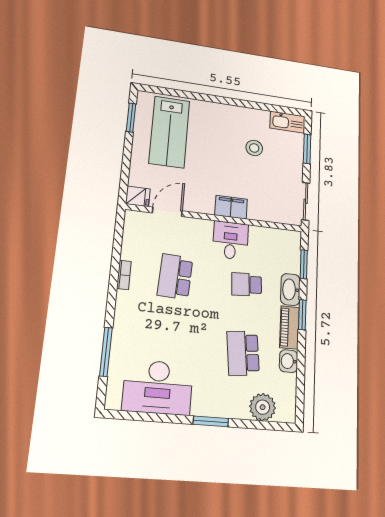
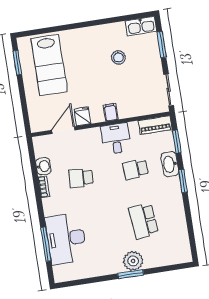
fridge: (138, 196) -> (82, 116), moved, turned -90
filing cabinet: (231, 207) -> (111, 112), width x0.50
school desk: (175, 277) -> (81, 178), width x0.54
piano: (289, 327) -> (155, 125), moved, turned -90
washbasin: (289, 361) -> (43, 166), moved, turned 180
desk: (158, 387) -> (66, 239), moved, turned 90
plant: (263, 407) -> (133, 261), moved

